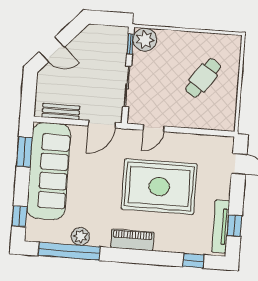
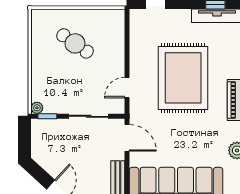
plant: (145, 40) -> (37, 108), width x0.53, depth x0.53
door: (154, 128) -> (127, 88), swing flipped

